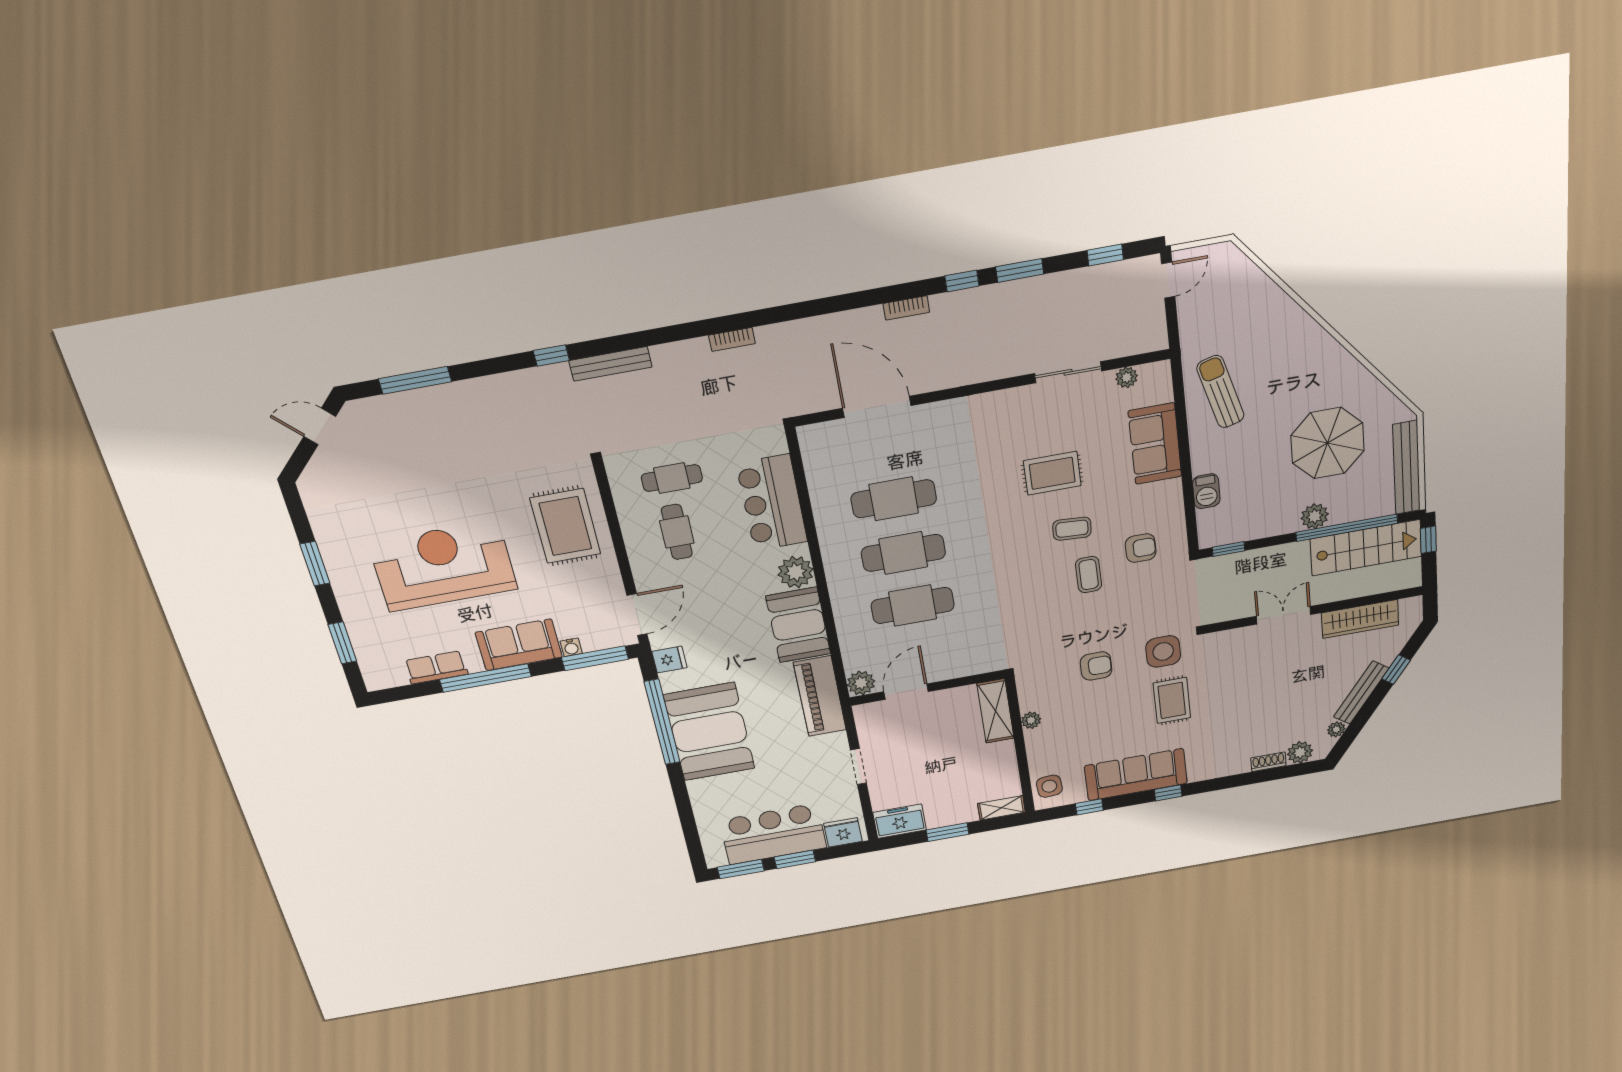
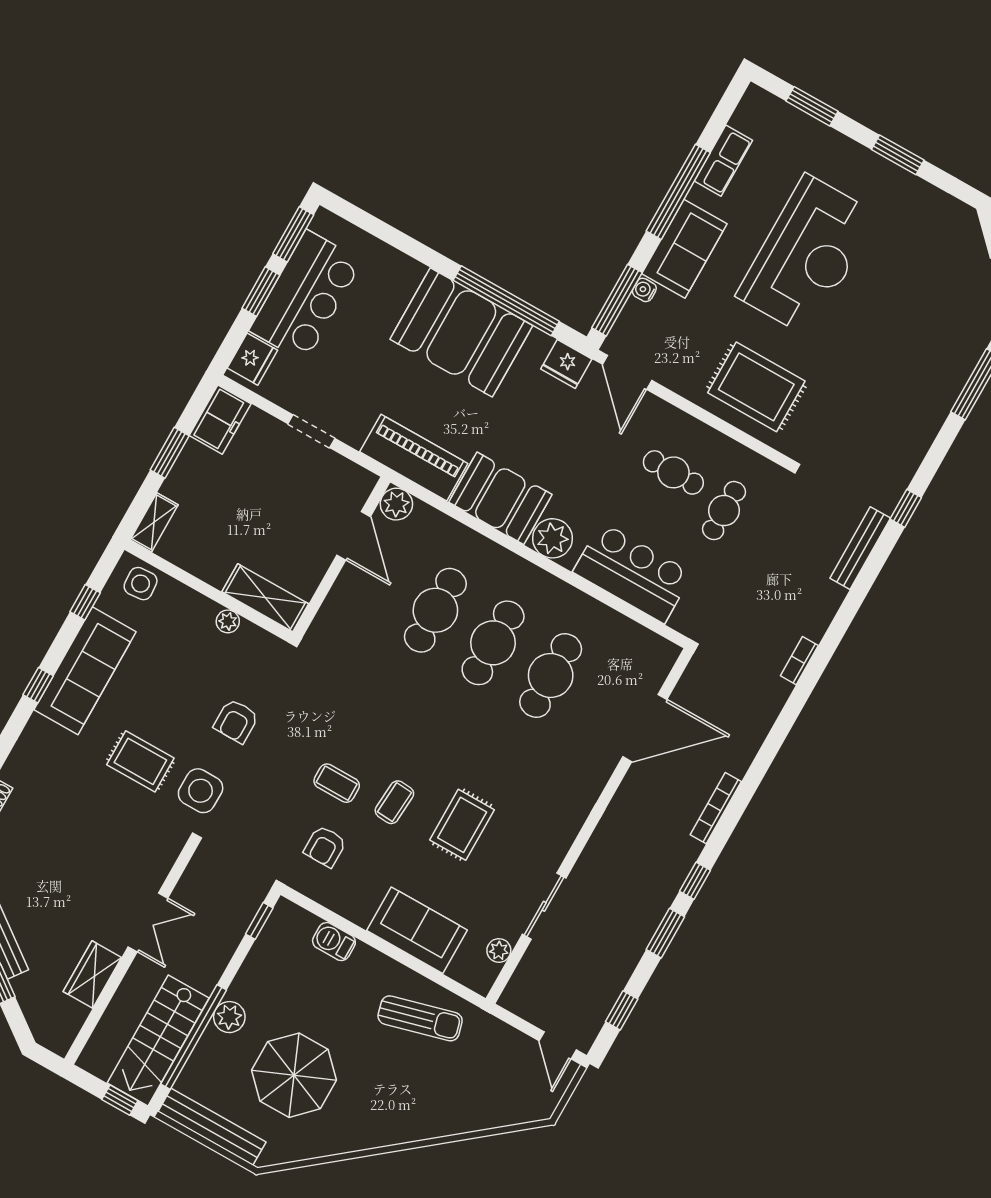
bookcase: (906, 308) -> (716, 808), width x1.56
wardrobe: (1360, 619) -> (92, 975), width x0.67
fridge: (669, 660) -> (566, 364), width x1.38

